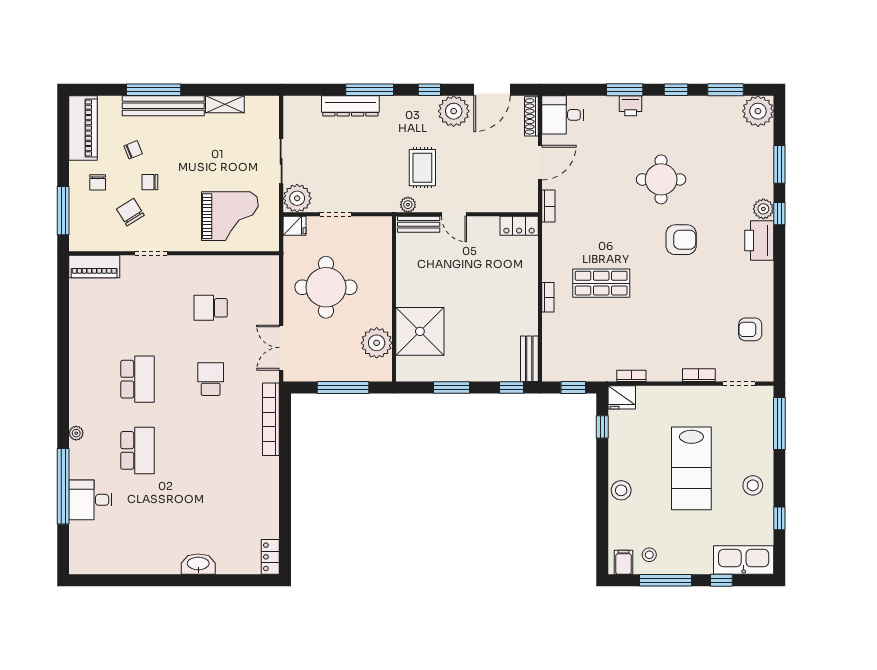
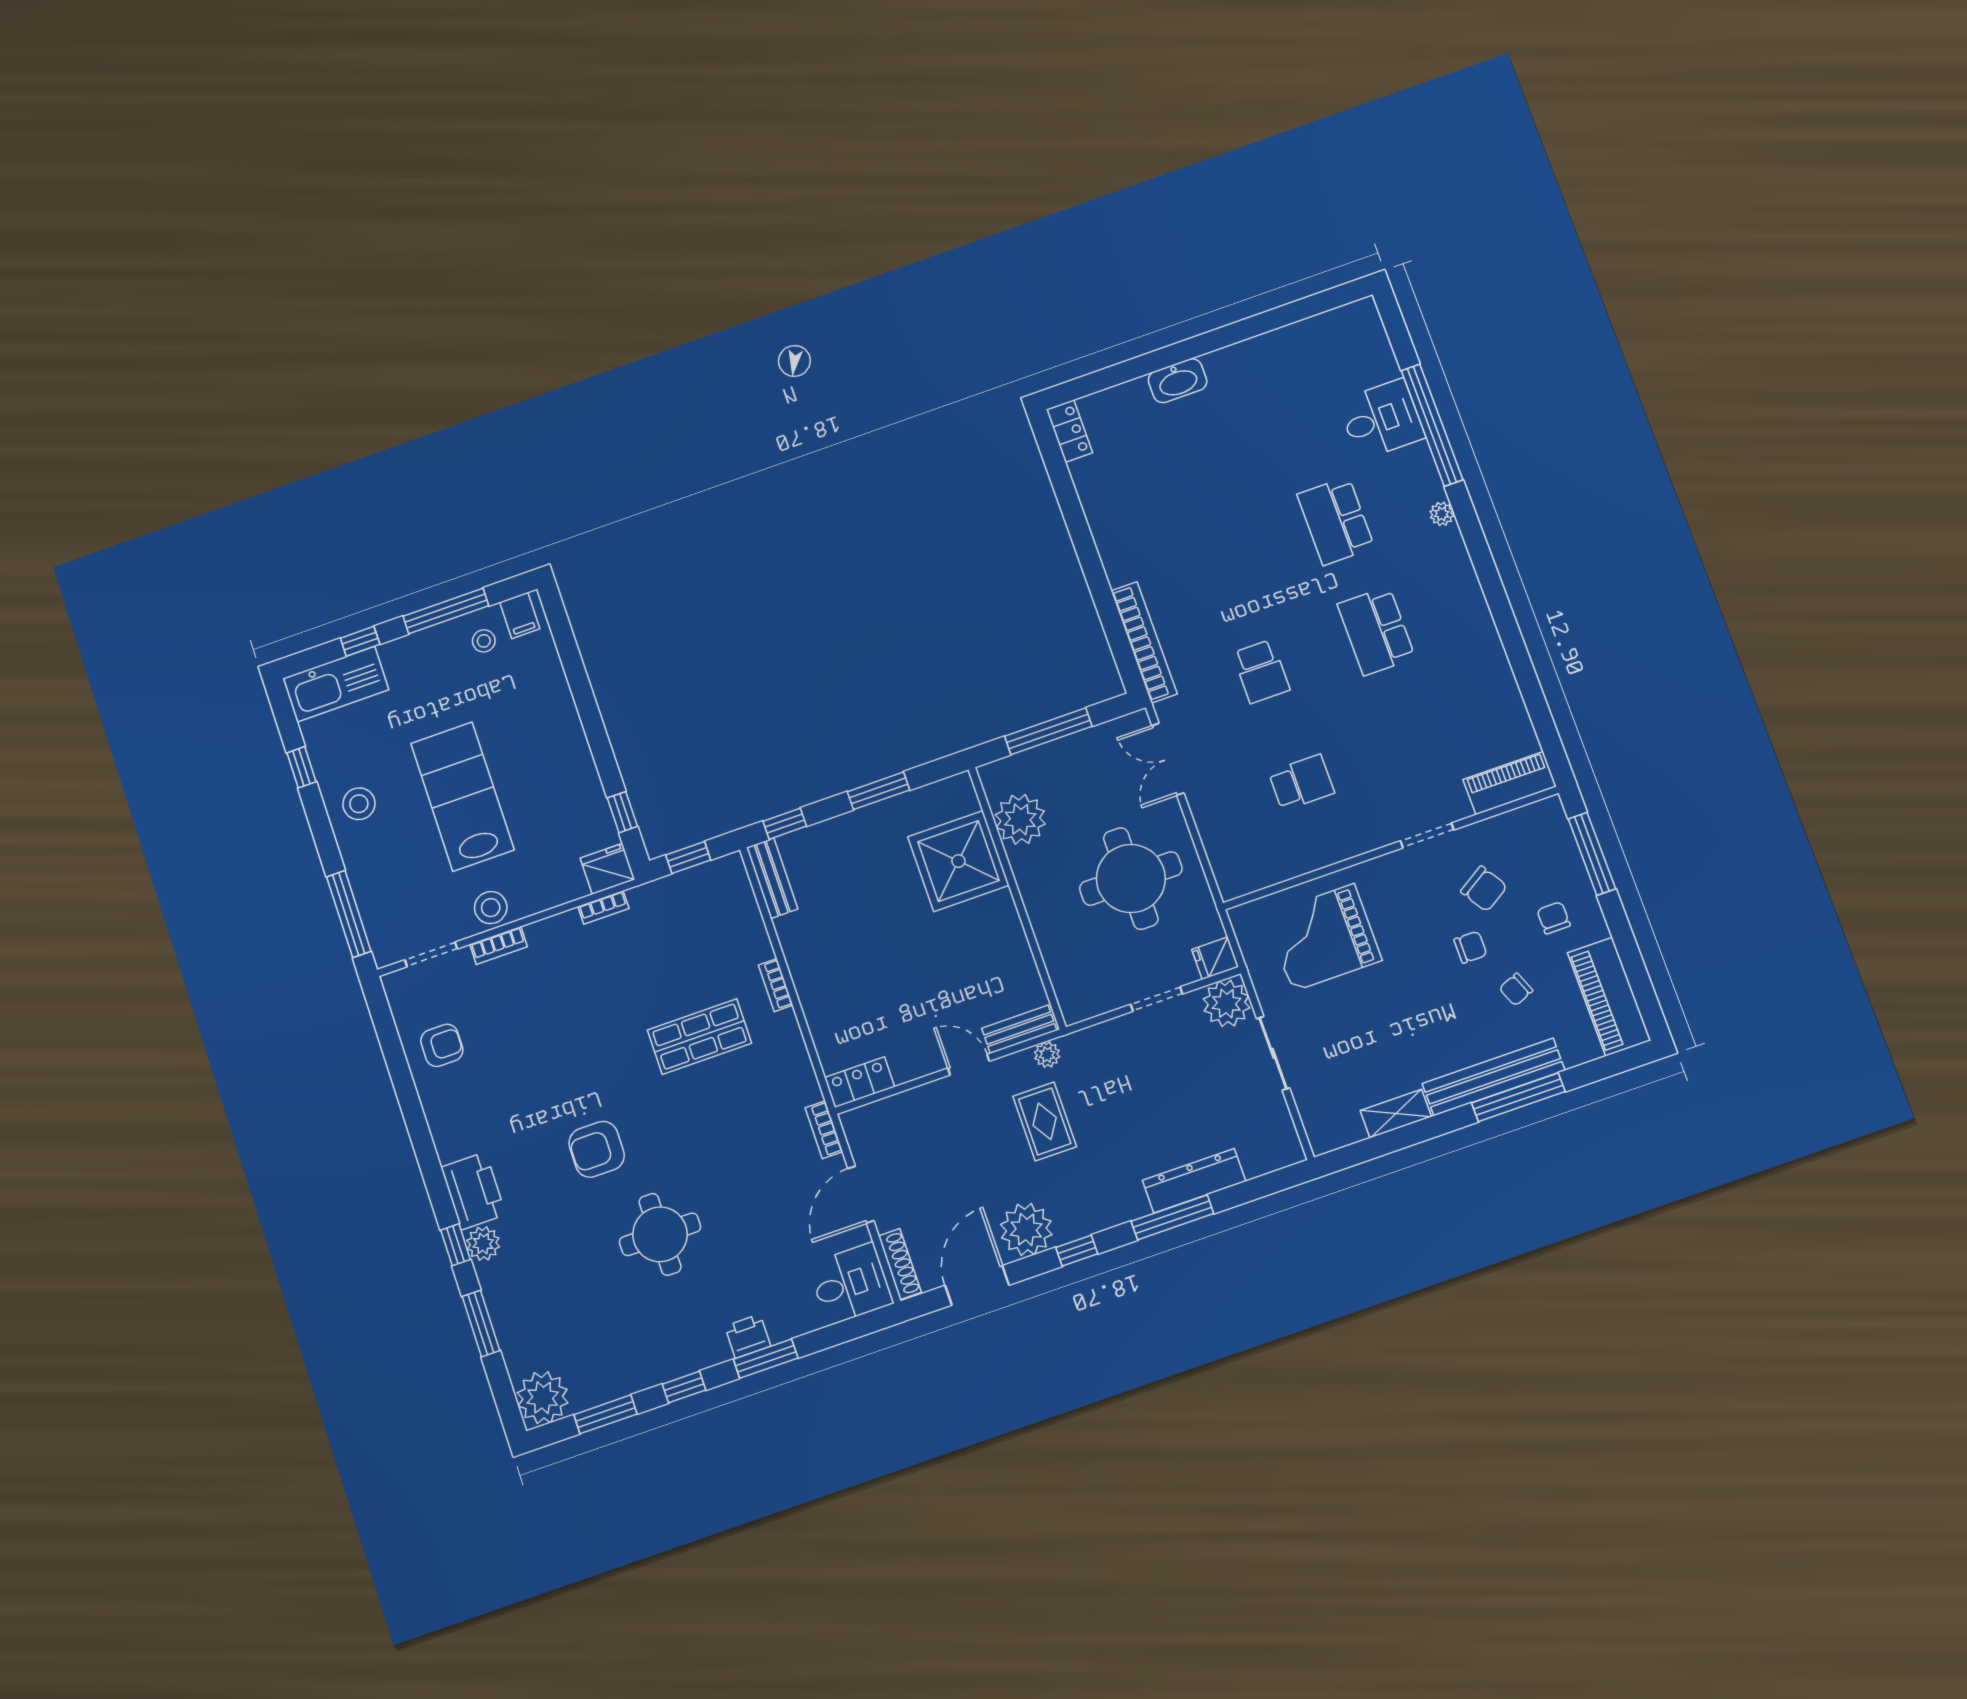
double door: (281, 348) -> (1168, 759), swing flipped
stool: (621, 490) -> (491, 908), moved

